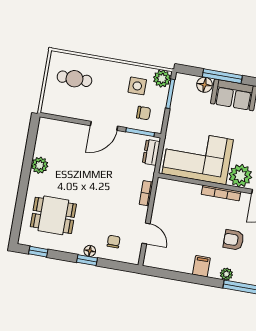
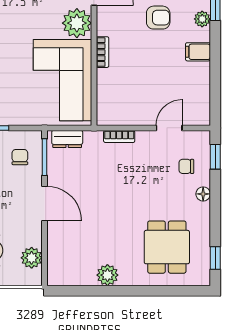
plant: (63, 108) -> (32, 258), added
bookcase: (221, 193) -> (103, 52), width x0.64
armchair: (233, 240) -> (158, 18), turned -90
window: (87, 260) -> (215, 157), moved

